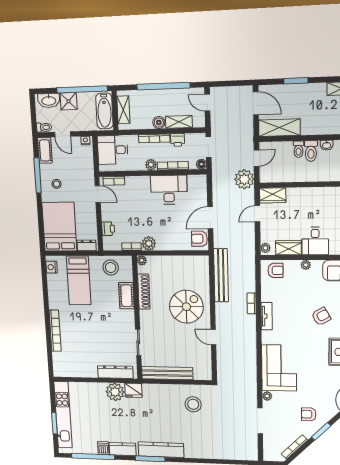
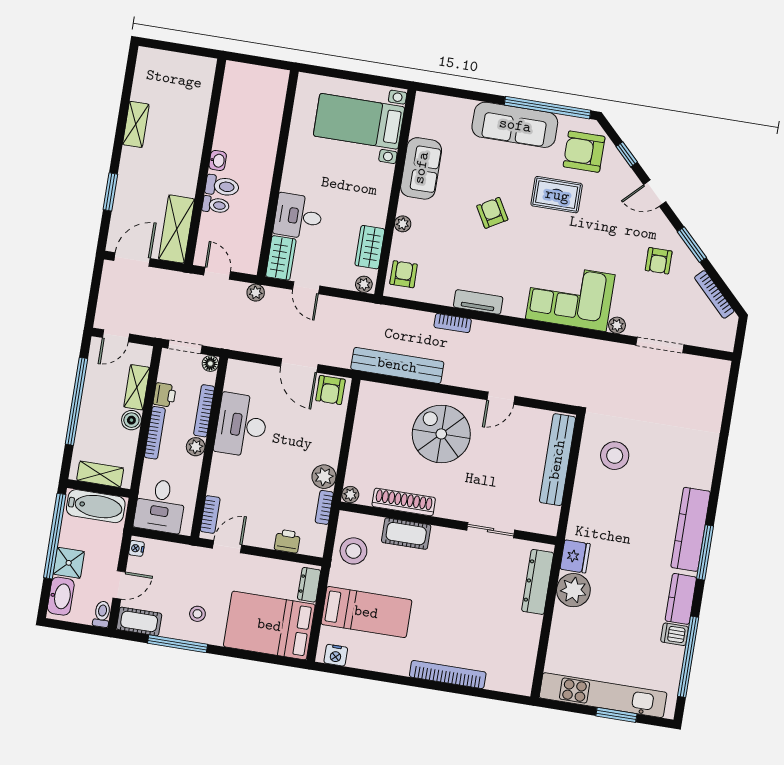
plant: (244, 179) -> (256, 293), width x0.53, depth x0.53
desk: (315, 241) -> (298, 216), moved, turned 180
bench: (167, 373) -> (557, 460), moved

